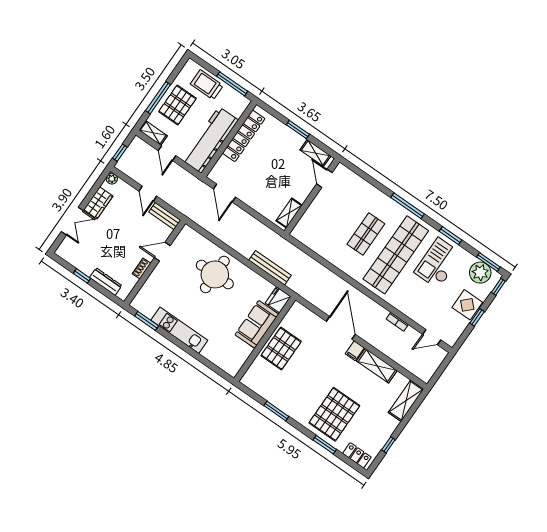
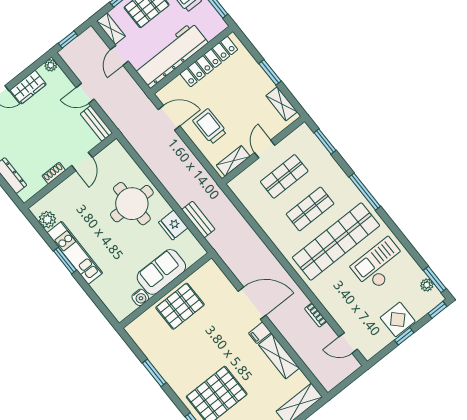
door: (324, 178) -> (265, 149), moved
trolley: (261, 190) -> (210, 126), added
door: (224, 193) -> (169, 118), swing flipped
door: (148, 194) -> (85, 93), hinge flipped
shop shelf: (336, 213) -> (284, 176), added
window: (451, 236) -> (325, 141), moved
door: (162, 252) -> (82, 161), swing flipped
bench: (270, 268) -> (198, 219), width x0.73
plant: (480, 273) -> (427, 285), width x0.53, depth x0.53
fridge: (278, 300) -> (173, 225), moved, turned -90
plant: (148, 309) -> (47, 220), added
window: (147, 321) -> (65, 261), moved
door: (341, 328) -> (252, 303), hinge flipped
water cooler: (246, 351) -> (140, 297), added

